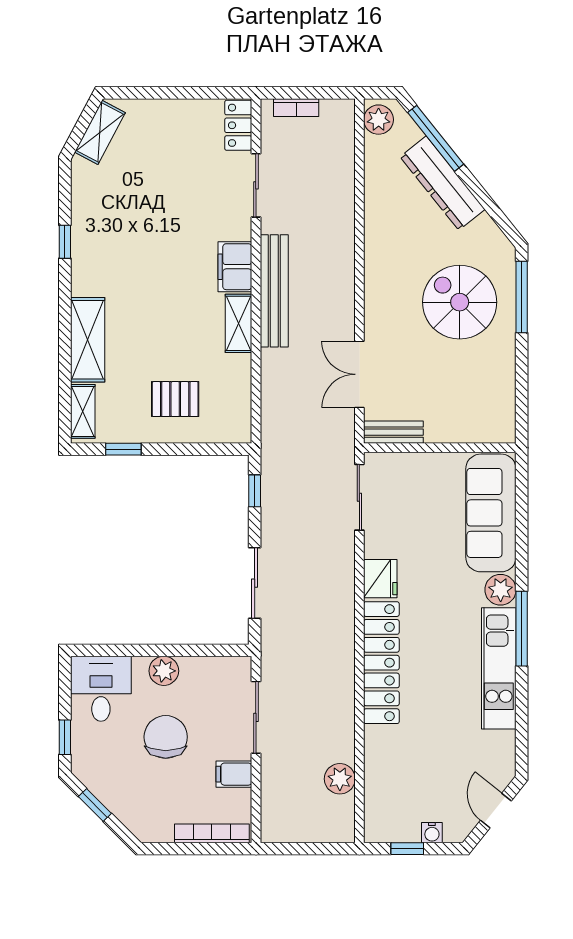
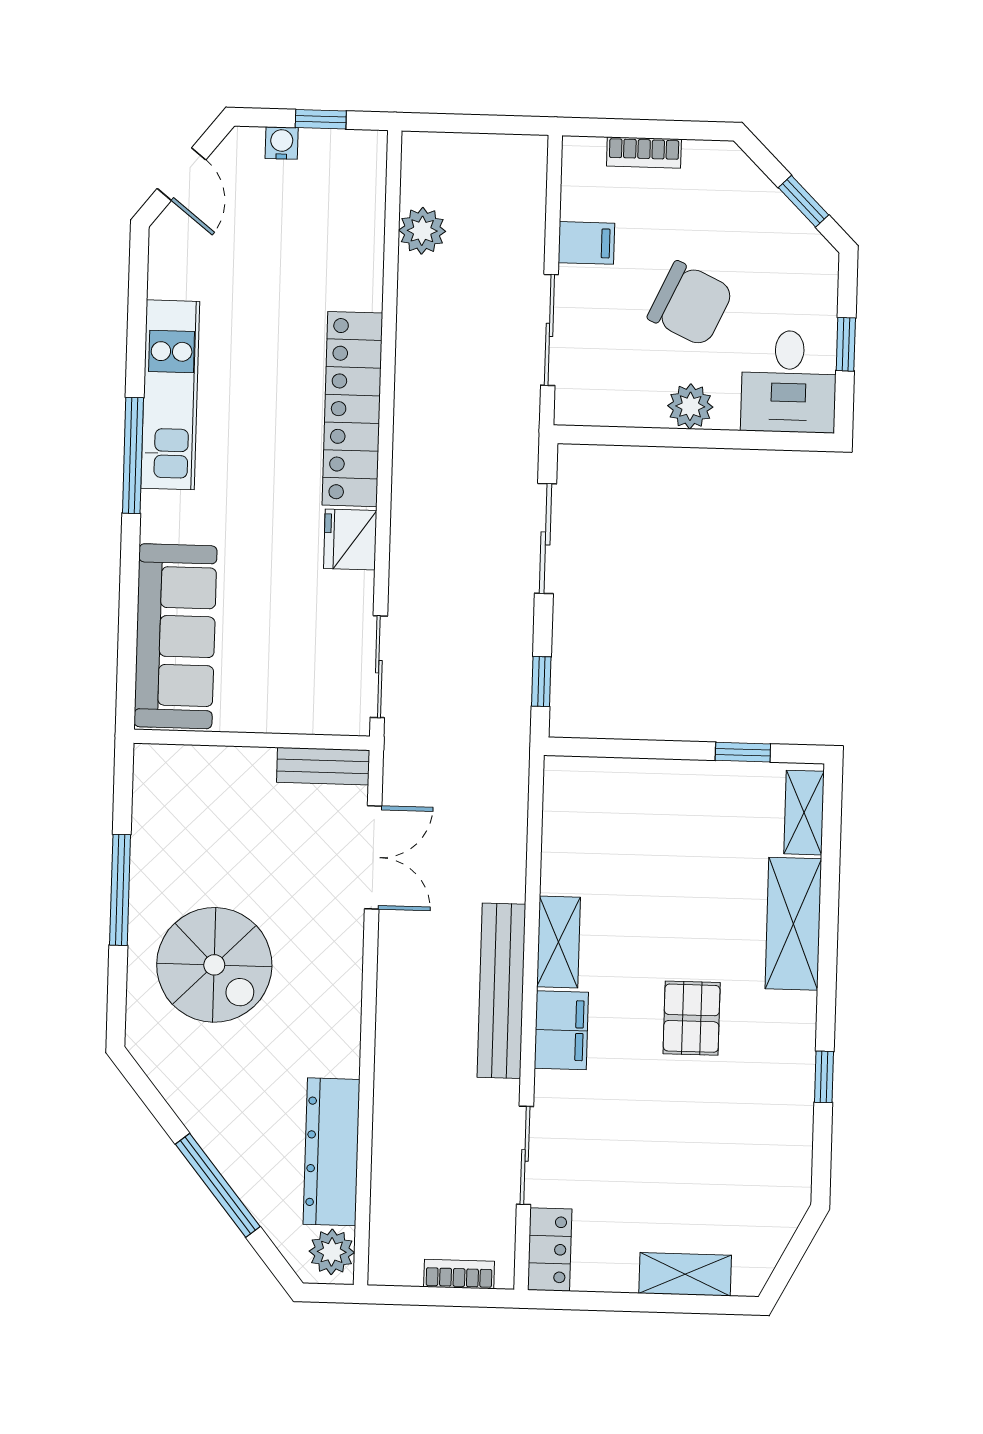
shelving: (100, 132) -> (685, 1274), moved, turned 62
window: (436, 138) -> (218, 1185), moved
dresser: (443, 183) -> (332, 1152), moved, turned -141
window: (522, 297) -> (120, 890), moved
pallet: (175, 399) -> (692, 1018), moved, turned 90
plant: (501, 590) -> (164, 517), removed
window: (65, 737) -> (846, 344), moved
chair: (166, 737) -> (690, 304), turned -65
bookcase: (212, 833) -> (644, 153), width x0.64

